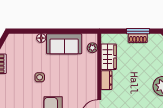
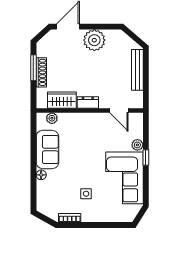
shoe rack: (138, 38) -> (41, 72), width x1.43
side table: (40, 77) -> (86, 194), moved

